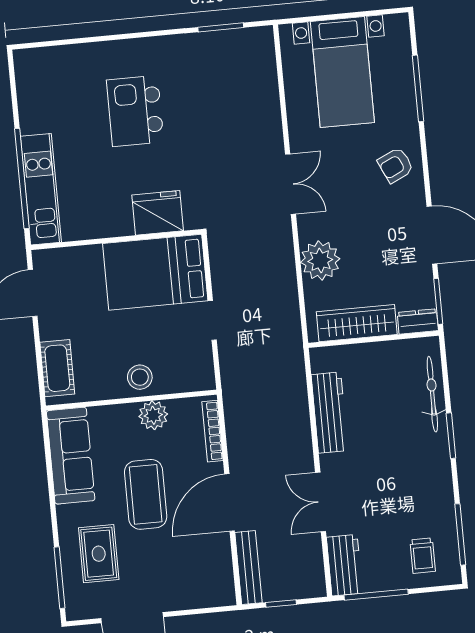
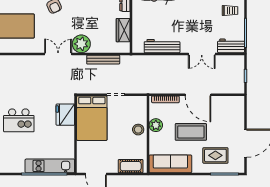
plant: (320, 260) -> (81, 44), moved
wardrobe: (357, 323) -> (123, 30), width x0.67
bench: (248, 568) -> (103, 60), moved

